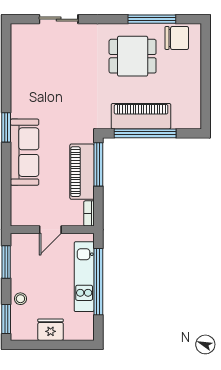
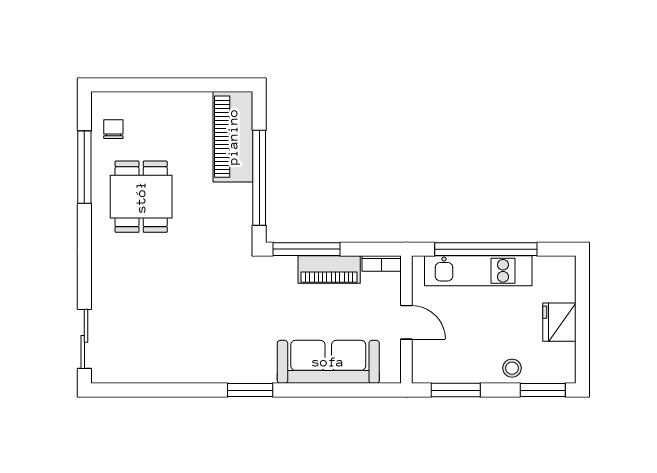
sliding door: (59, 19) -> (84, 339), moved
chair: (177, 38) -> (113, 129), width x0.54, depth x0.54
piano: (141, 116) -> (233, 137), moved
sofa: (25, 152) -> (328, 362), moved
piano: (82, 172) -> (329, 270), width x0.73, depth x0.75

